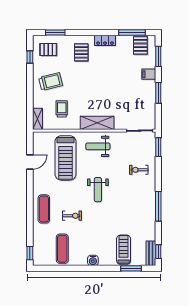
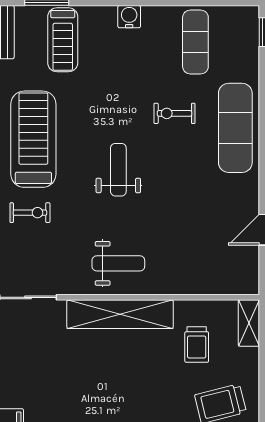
shelving: (97, 123) -> (120, 314), width x1.47
treadmill: (66, 158) -> (33, 139), moved
exercise mat: (44, 209) -> (235, 128), width x1.36, depth x1.45

